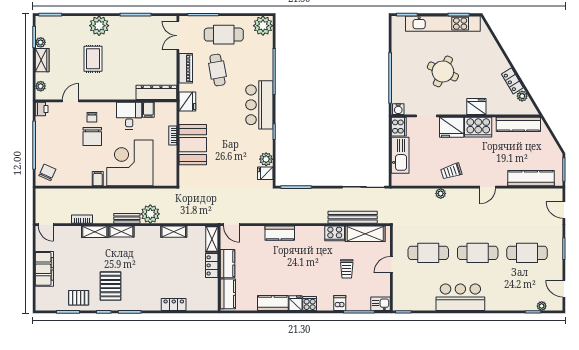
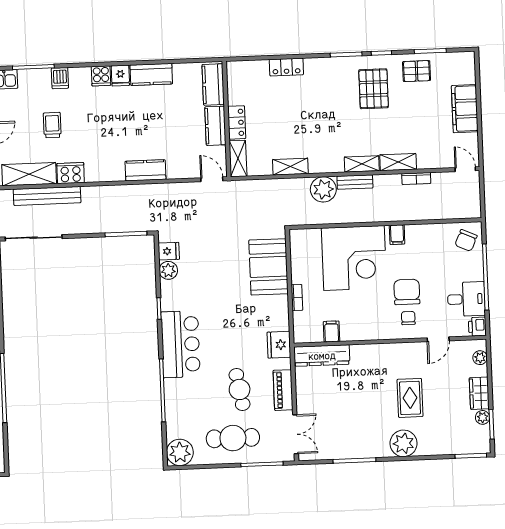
desk: (129, 116) -> (466, 299), moved, turned -90
booth: (193, 145) -> (269, 267), moved

